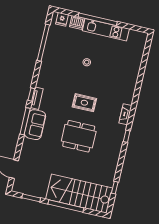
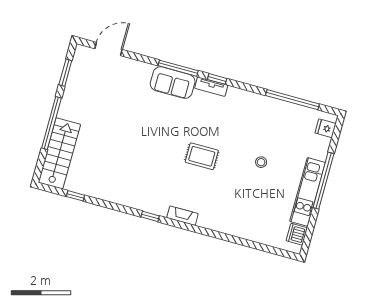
dishwasher: (77, 22) -> (297, 234), moved
rug: (84, 103) -> (202, 156), turned 90
dining table: (79, 136) -> (153, 146), removed
stairs: (79, 194) -> (59, 153), width x0.73, depth x0.66

